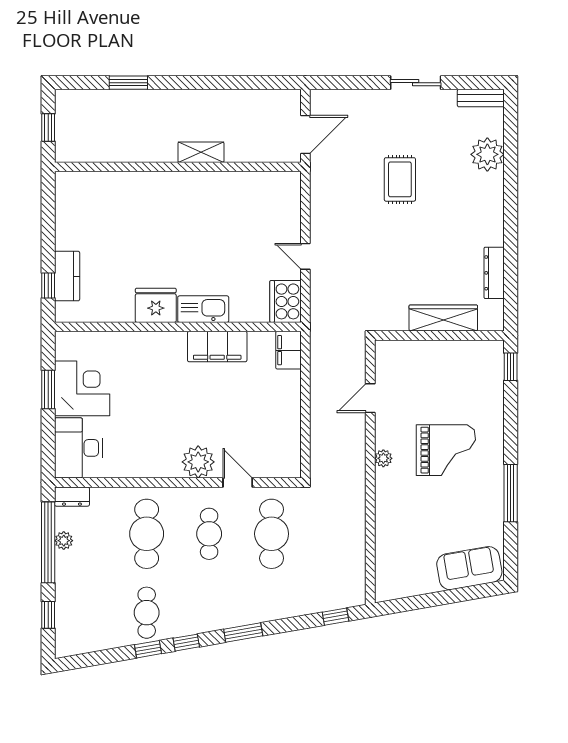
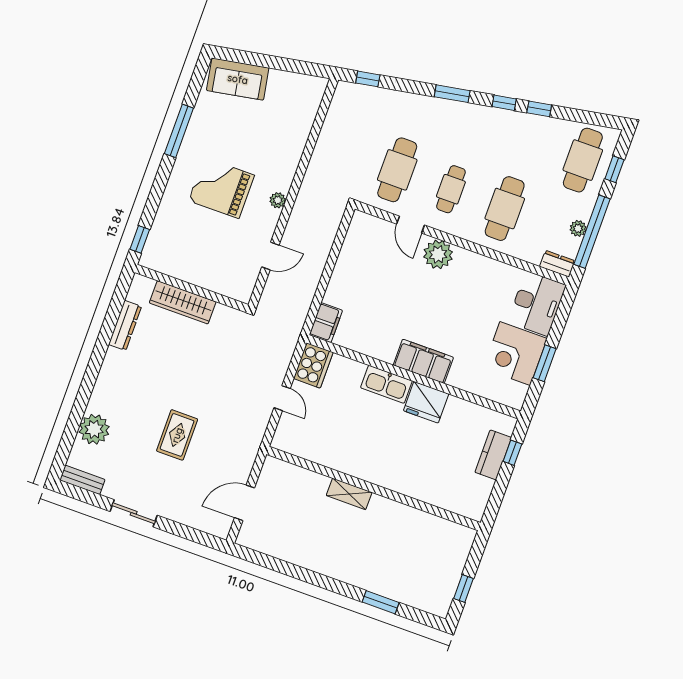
shelving: (201, 152) -> (349, 494), moved
wall: (178, 167) -> (374, 488), moved
filing cabinet: (217, 347) -> (423, 361), moved
cafe table: (147, 613) -> (583, 160), moved, width x1.37, depth x1.35

